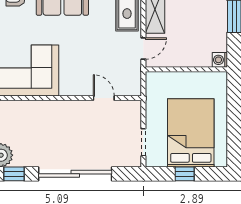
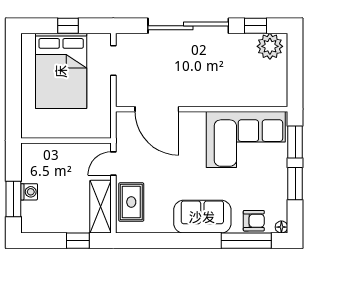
washing machine: (220, 60) -> (29, 192), moved
door: (104, 98) -> (157, 109), width x1.88

